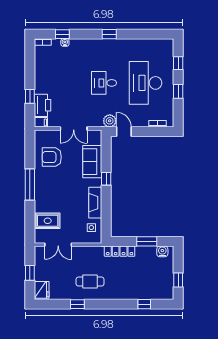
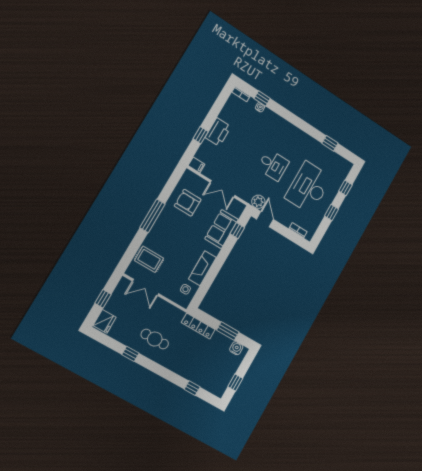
window: (109, 34) -> (330, 143), moved
desk: (104, 83) -> (273, 165), turned 180
printer: (42, 105) -> (218, 132), moved
window: (106, 179) -> (237, 231), moved

